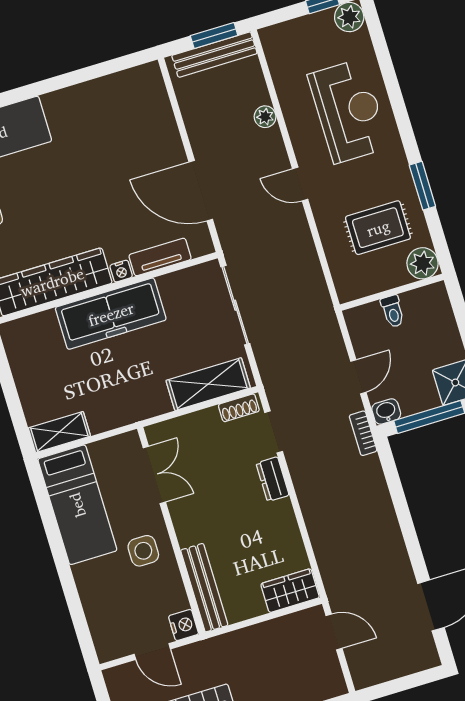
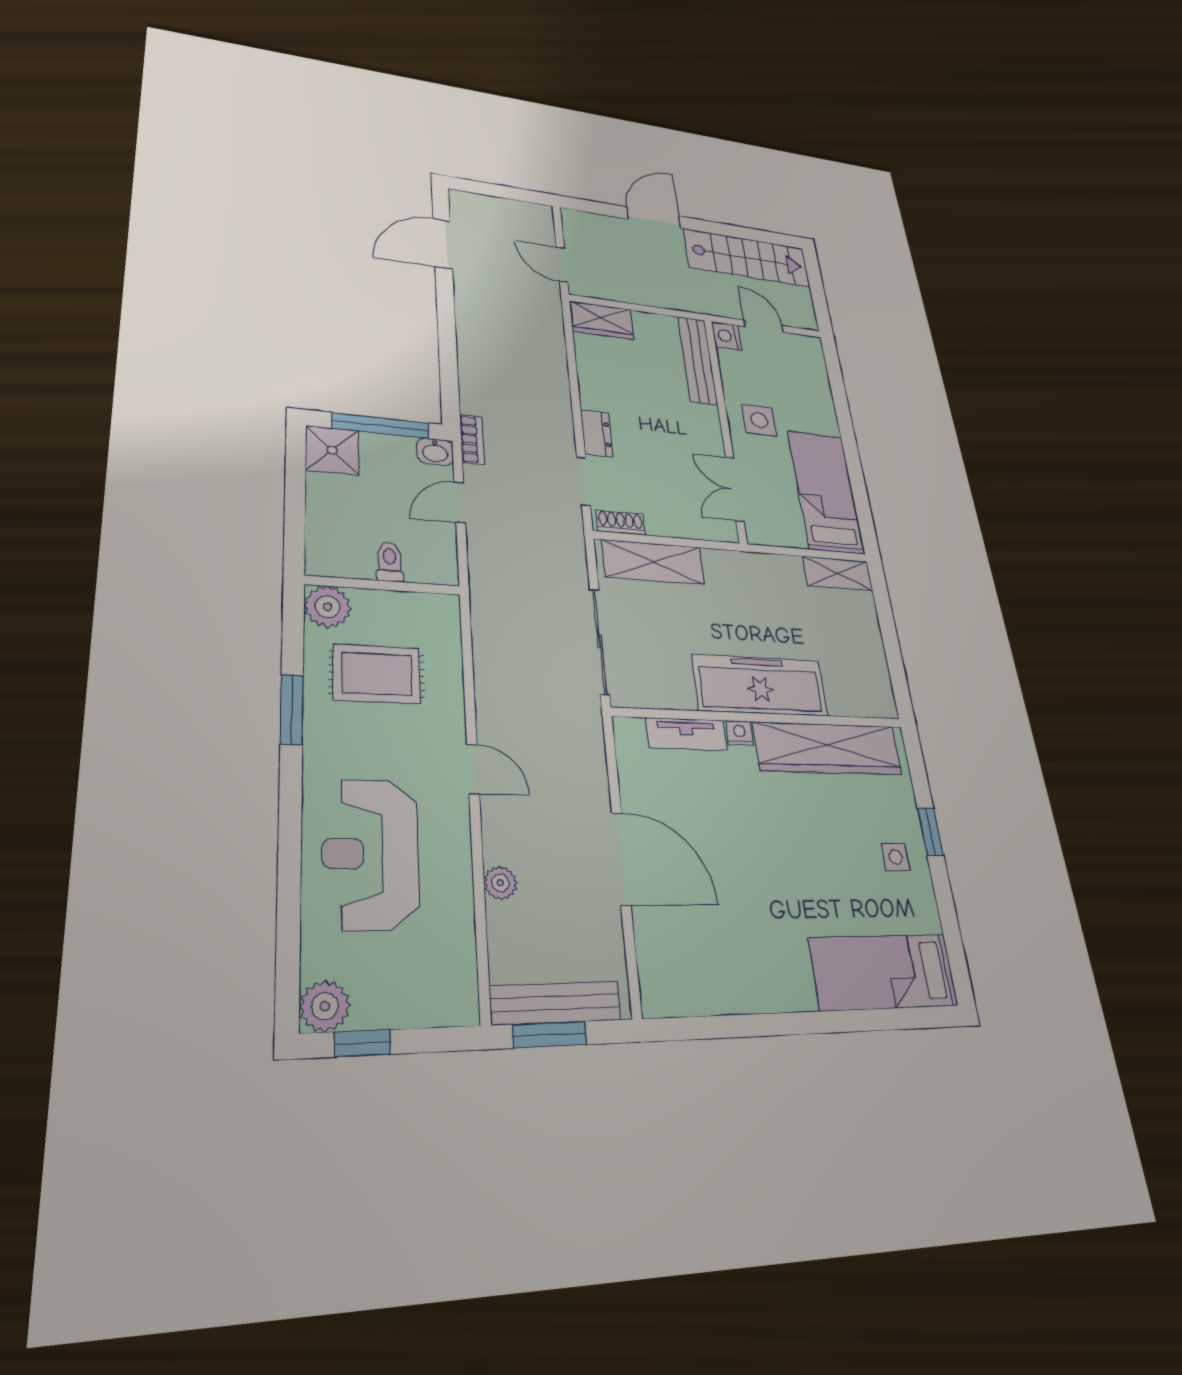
door: (201, 191) -> (621, 859), moved

